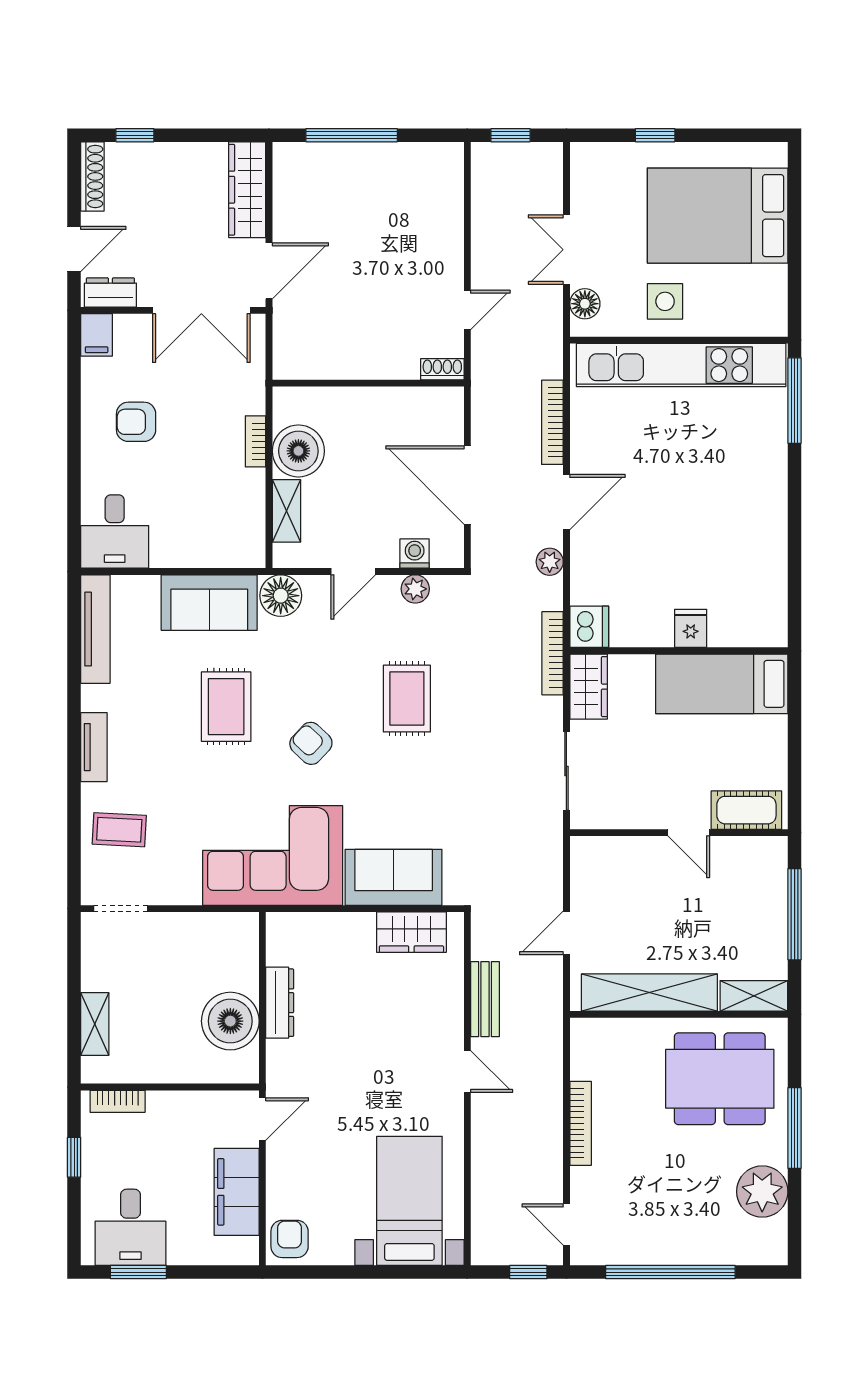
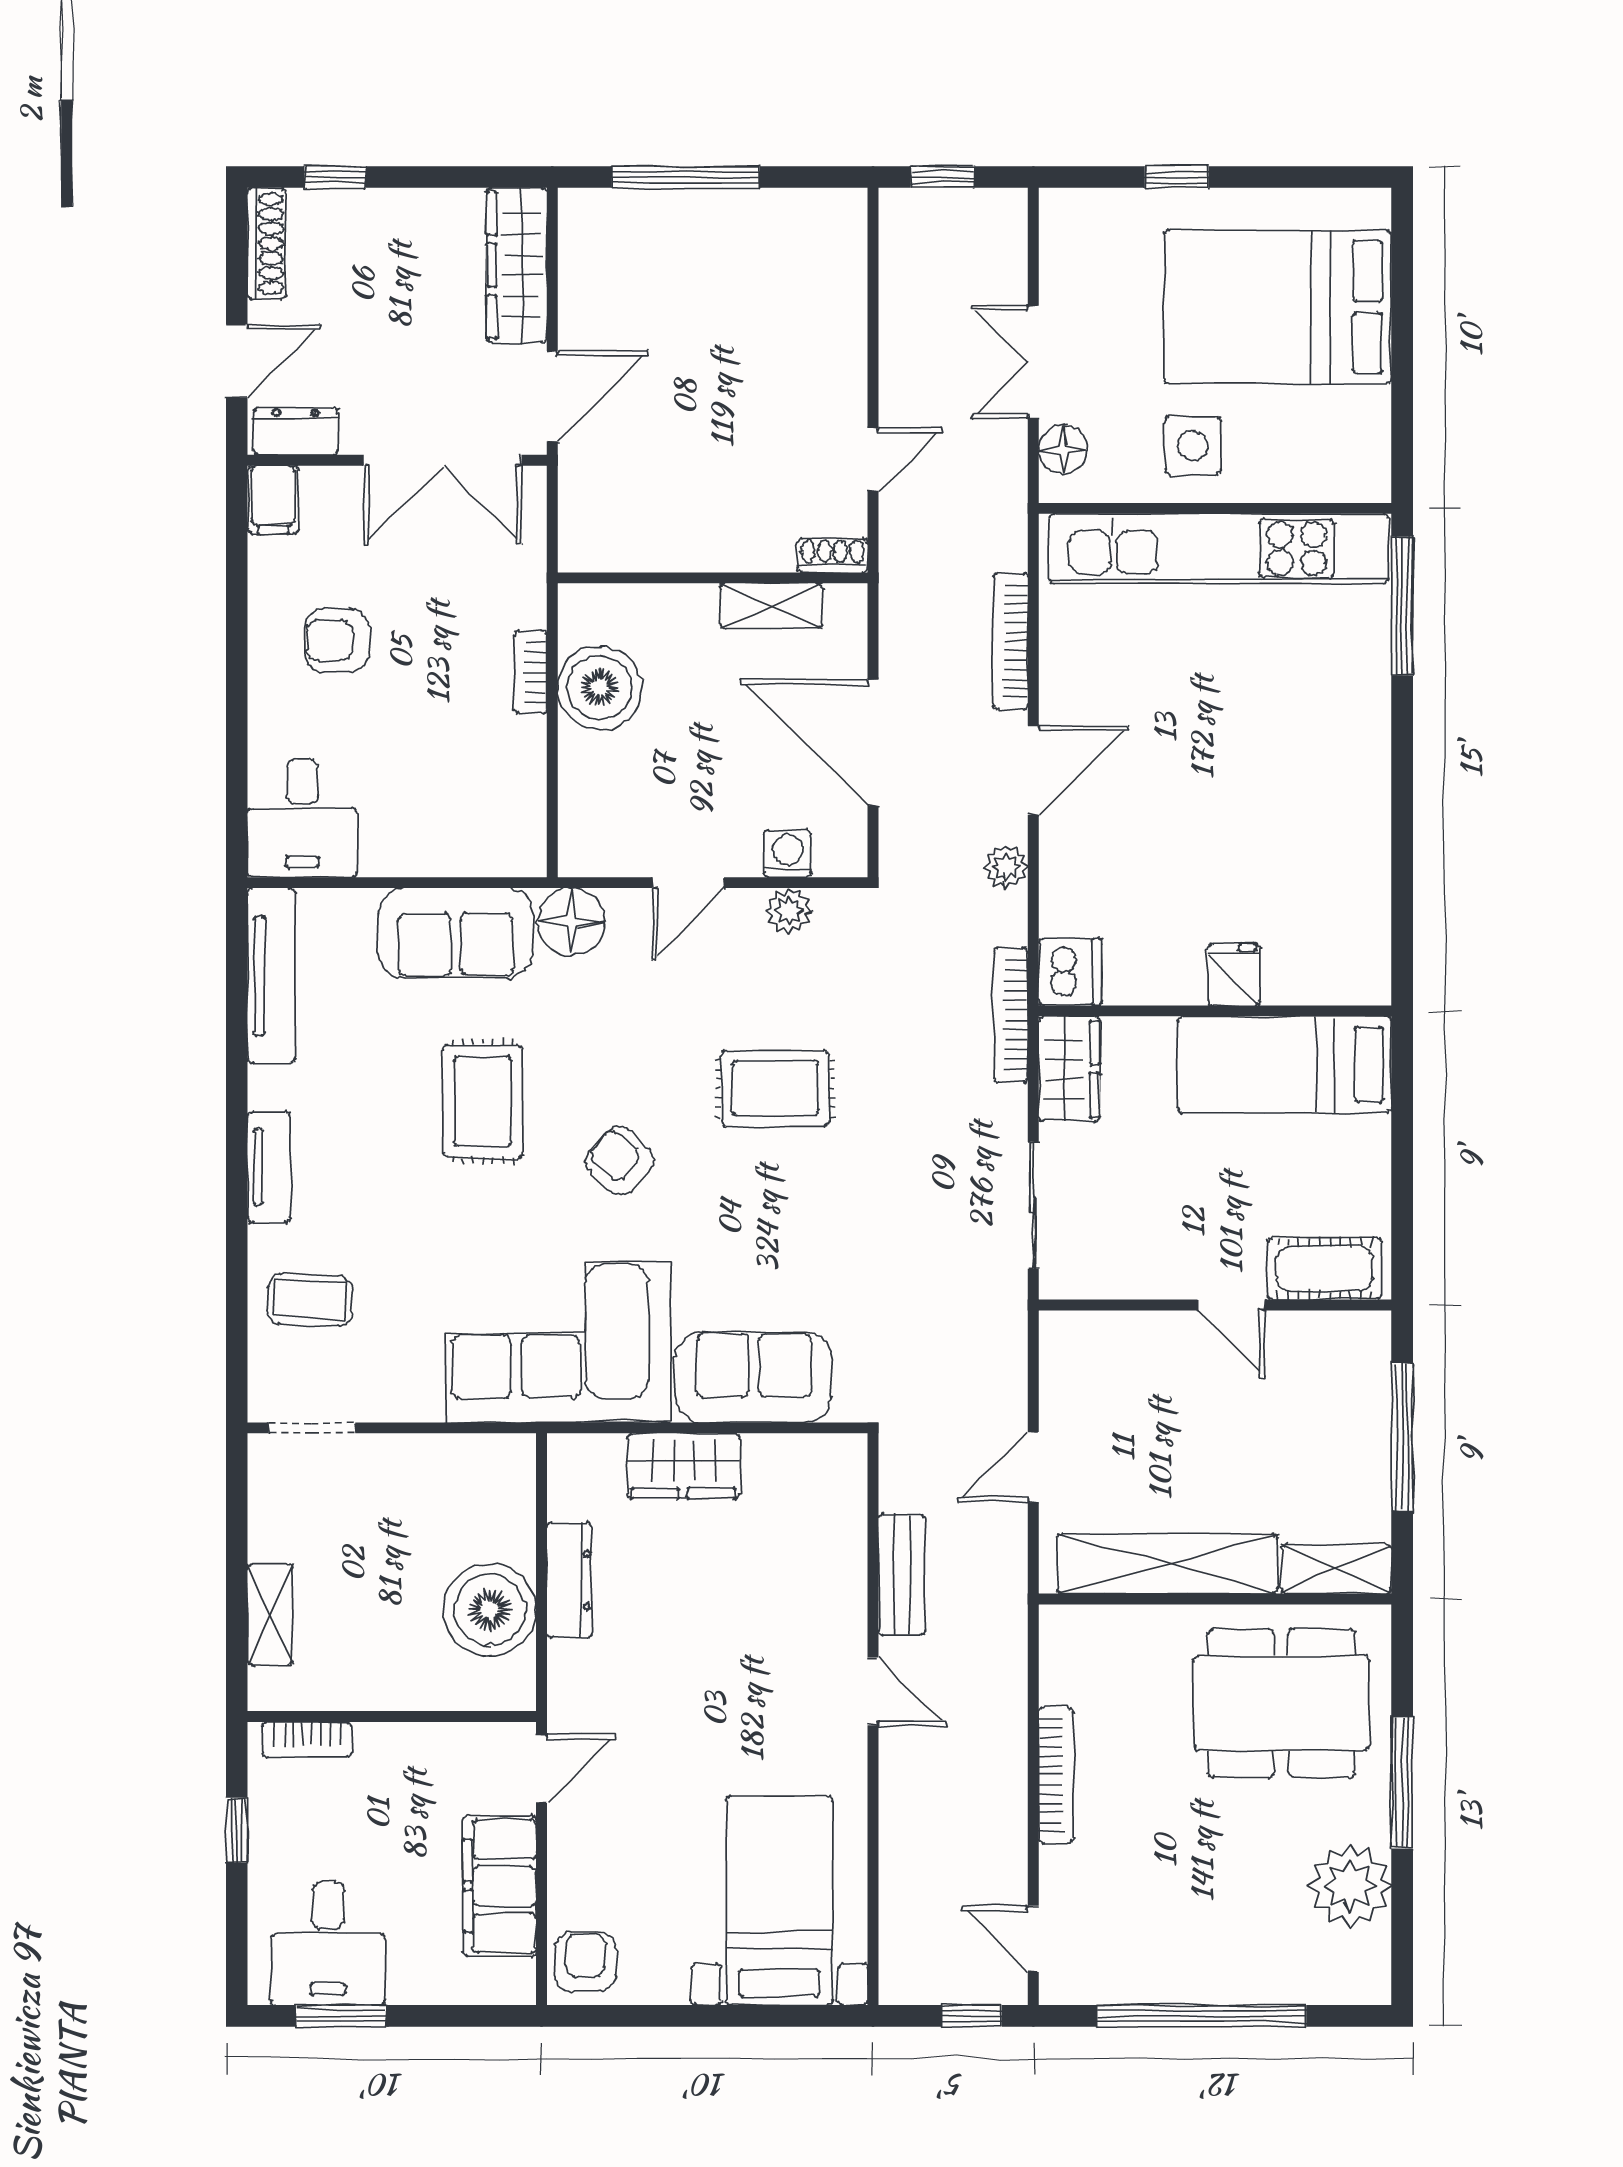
shelving: (286, 511) -> (771, 606), moved, turned 90
rug: (407, 699) -> (775, 1088), turned 90
wardrobe: (411, 932) -> (684, 1466), moved

